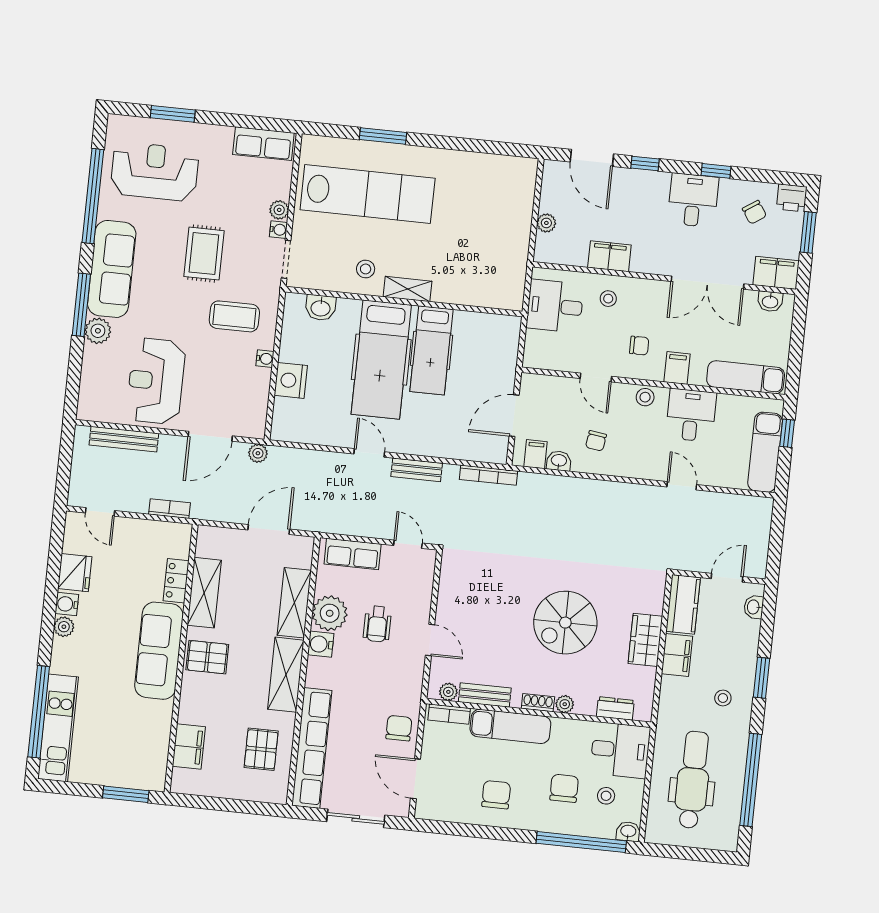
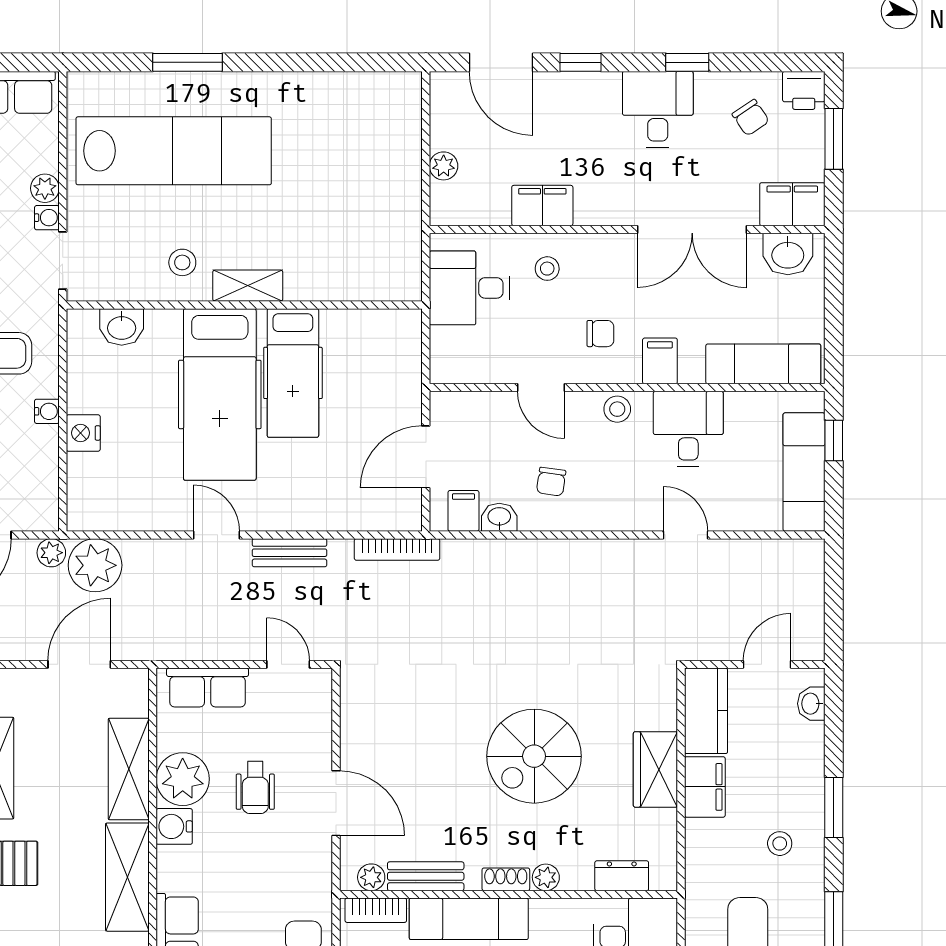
washbasin: (770, 301) -> (788, 254), width x1.38, depth x1.45
nightstand: (291, 380) -> (83, 433), width x0.74, depth x0.75
plant: (286, 465) -> (95, 565), added
door: (430, 640) -> (336, 803), width x1.38

